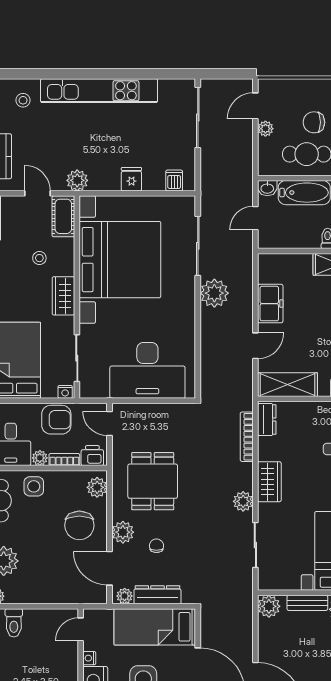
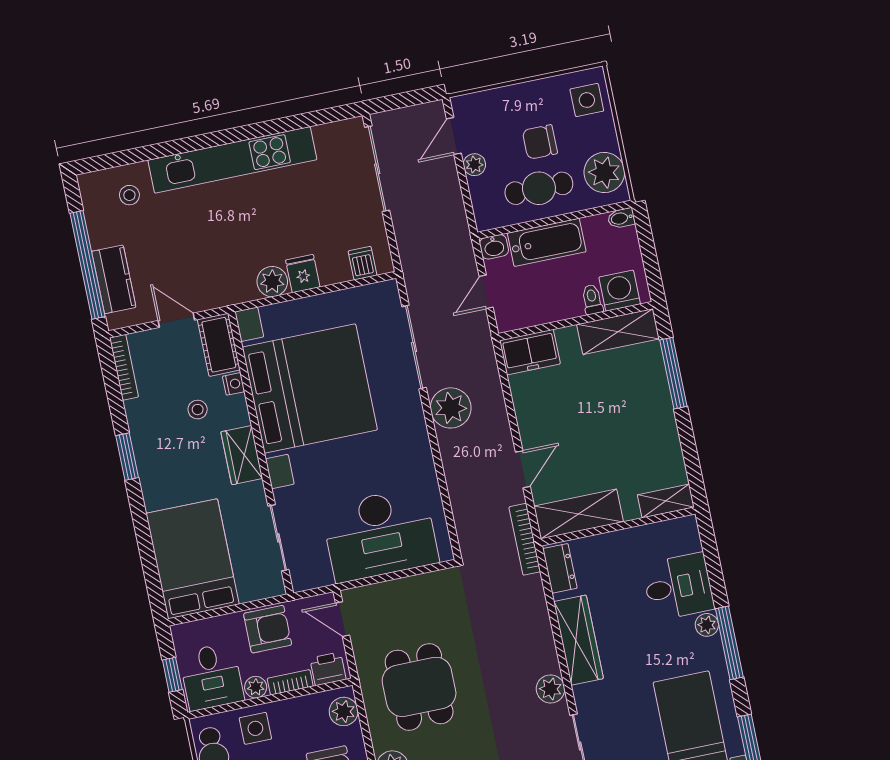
plant: (77, 180) -> (272, 282), moved
freezer: (270, 304) -> (530, 352), moved, turned 90
nightstand: (65, 392) -> (234, 384), moved, turned -90
bookcase: (247, 437) -> (525, 539), moved
wardrobe: (269, 482) -> (578, 640), width x1.50

